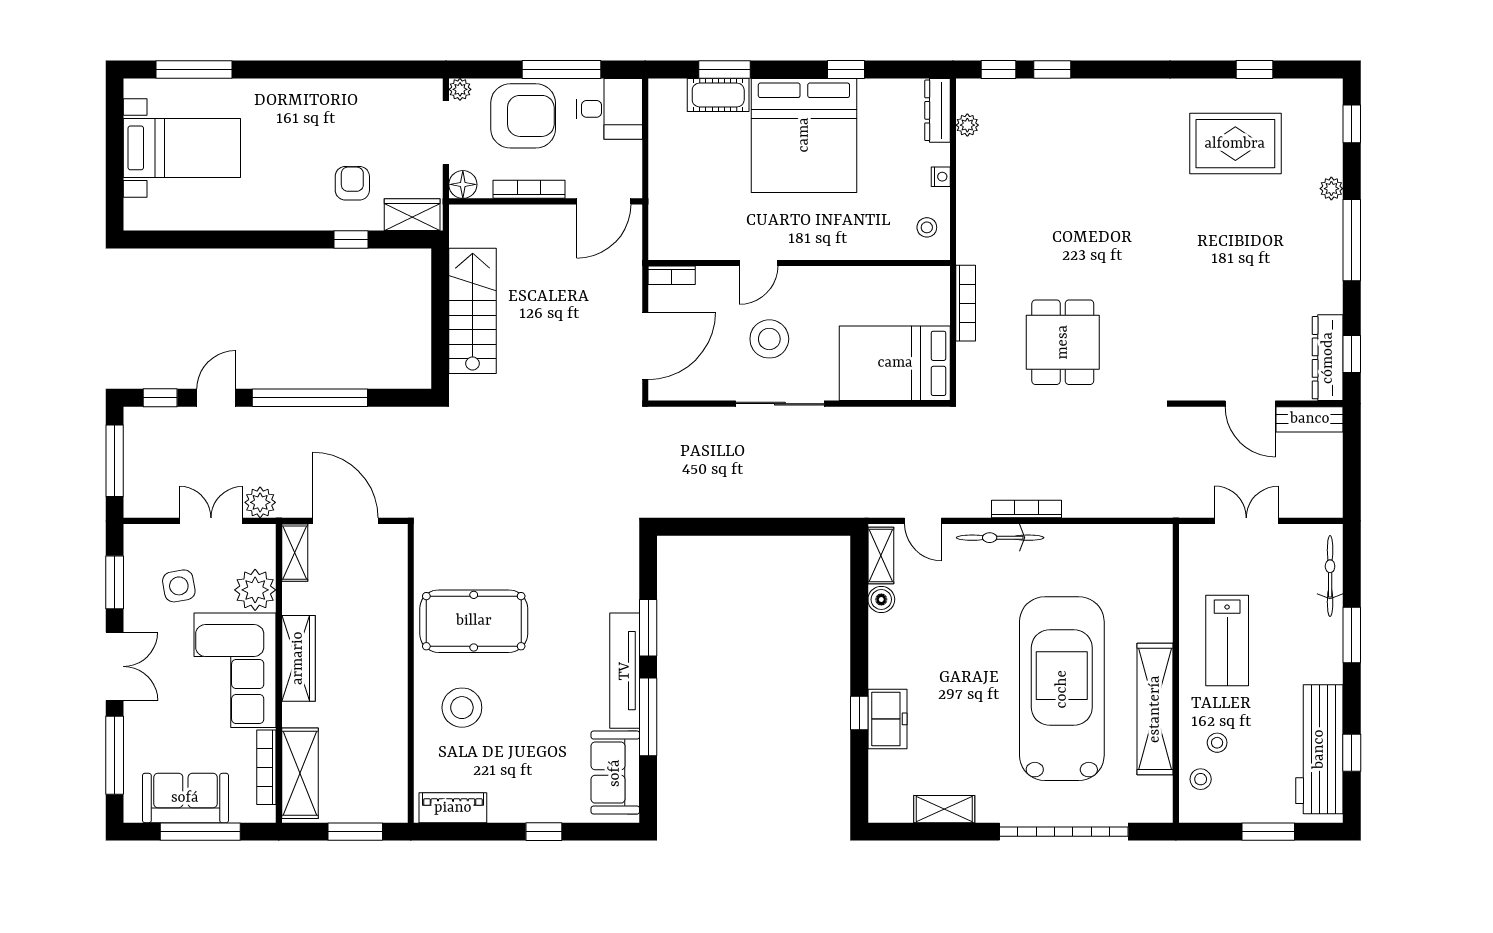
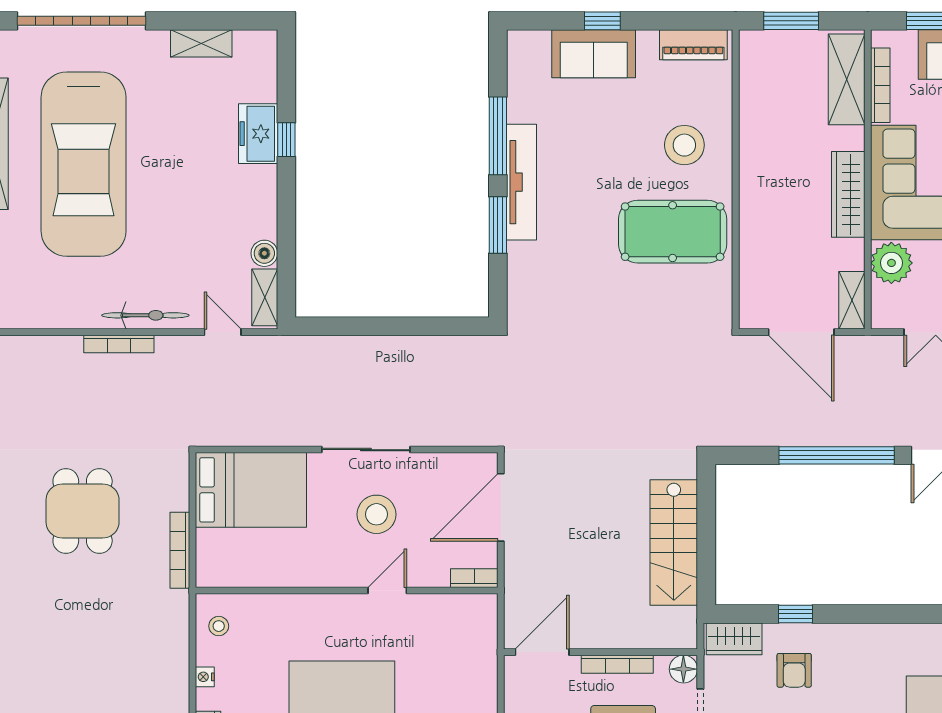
plant: (260, 502) -> (886, 351), removed
sofa: (615, 773) -> (594, 54), moved, turned 90

